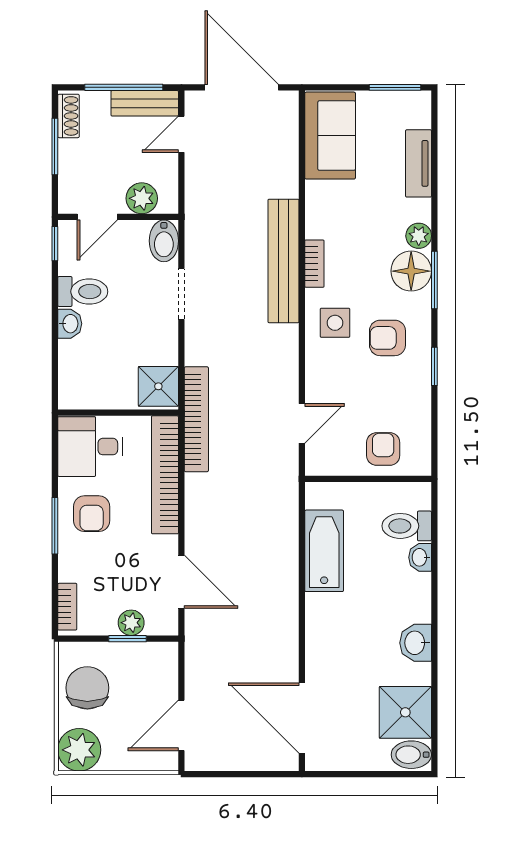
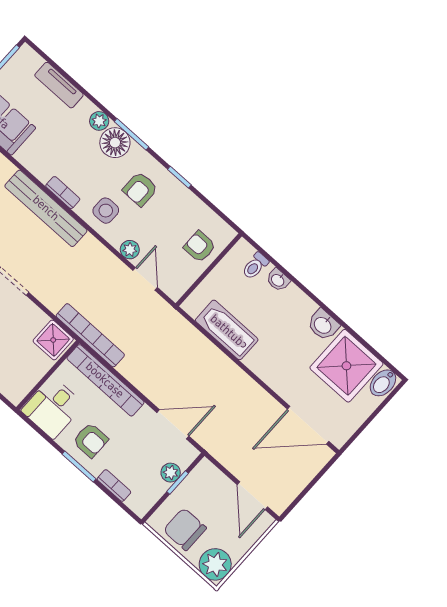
plant: (317, 382) -> (130, 250), added
toilet: (407, 526) -> (255, 266), width x0.73, depth x0.72
bookcase: (67, 607) -> (114, 486), moved
shower: (405, 712) -> (346, 366), width x1.37, depth x1.37

